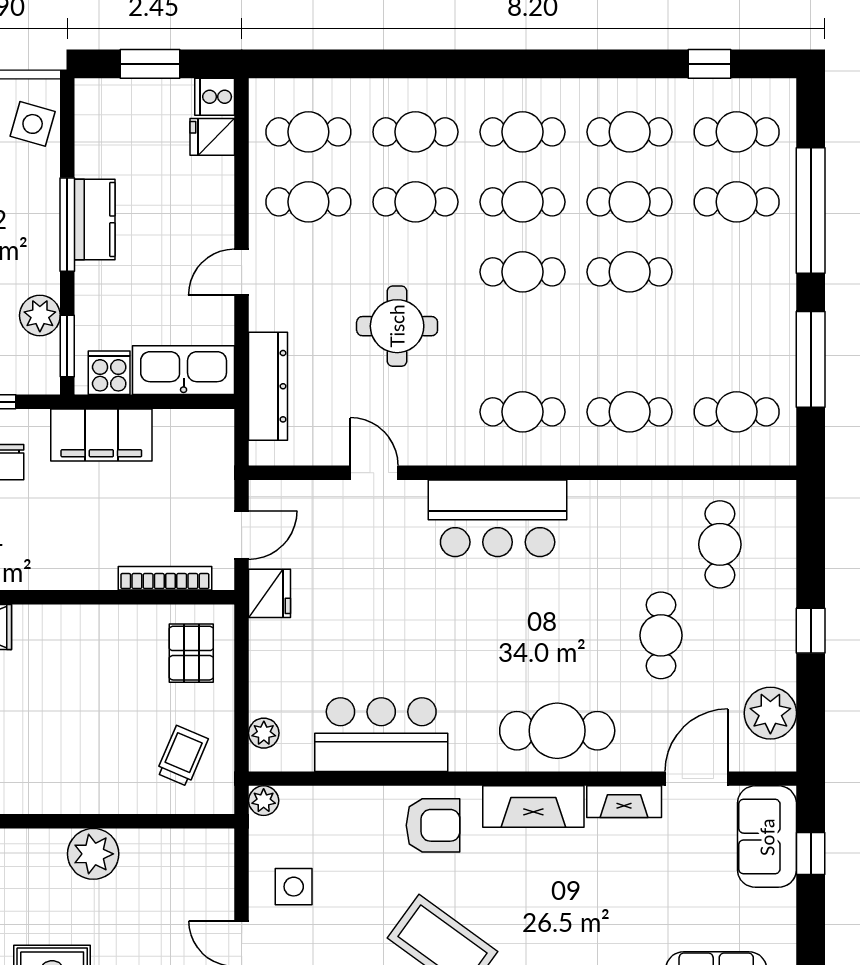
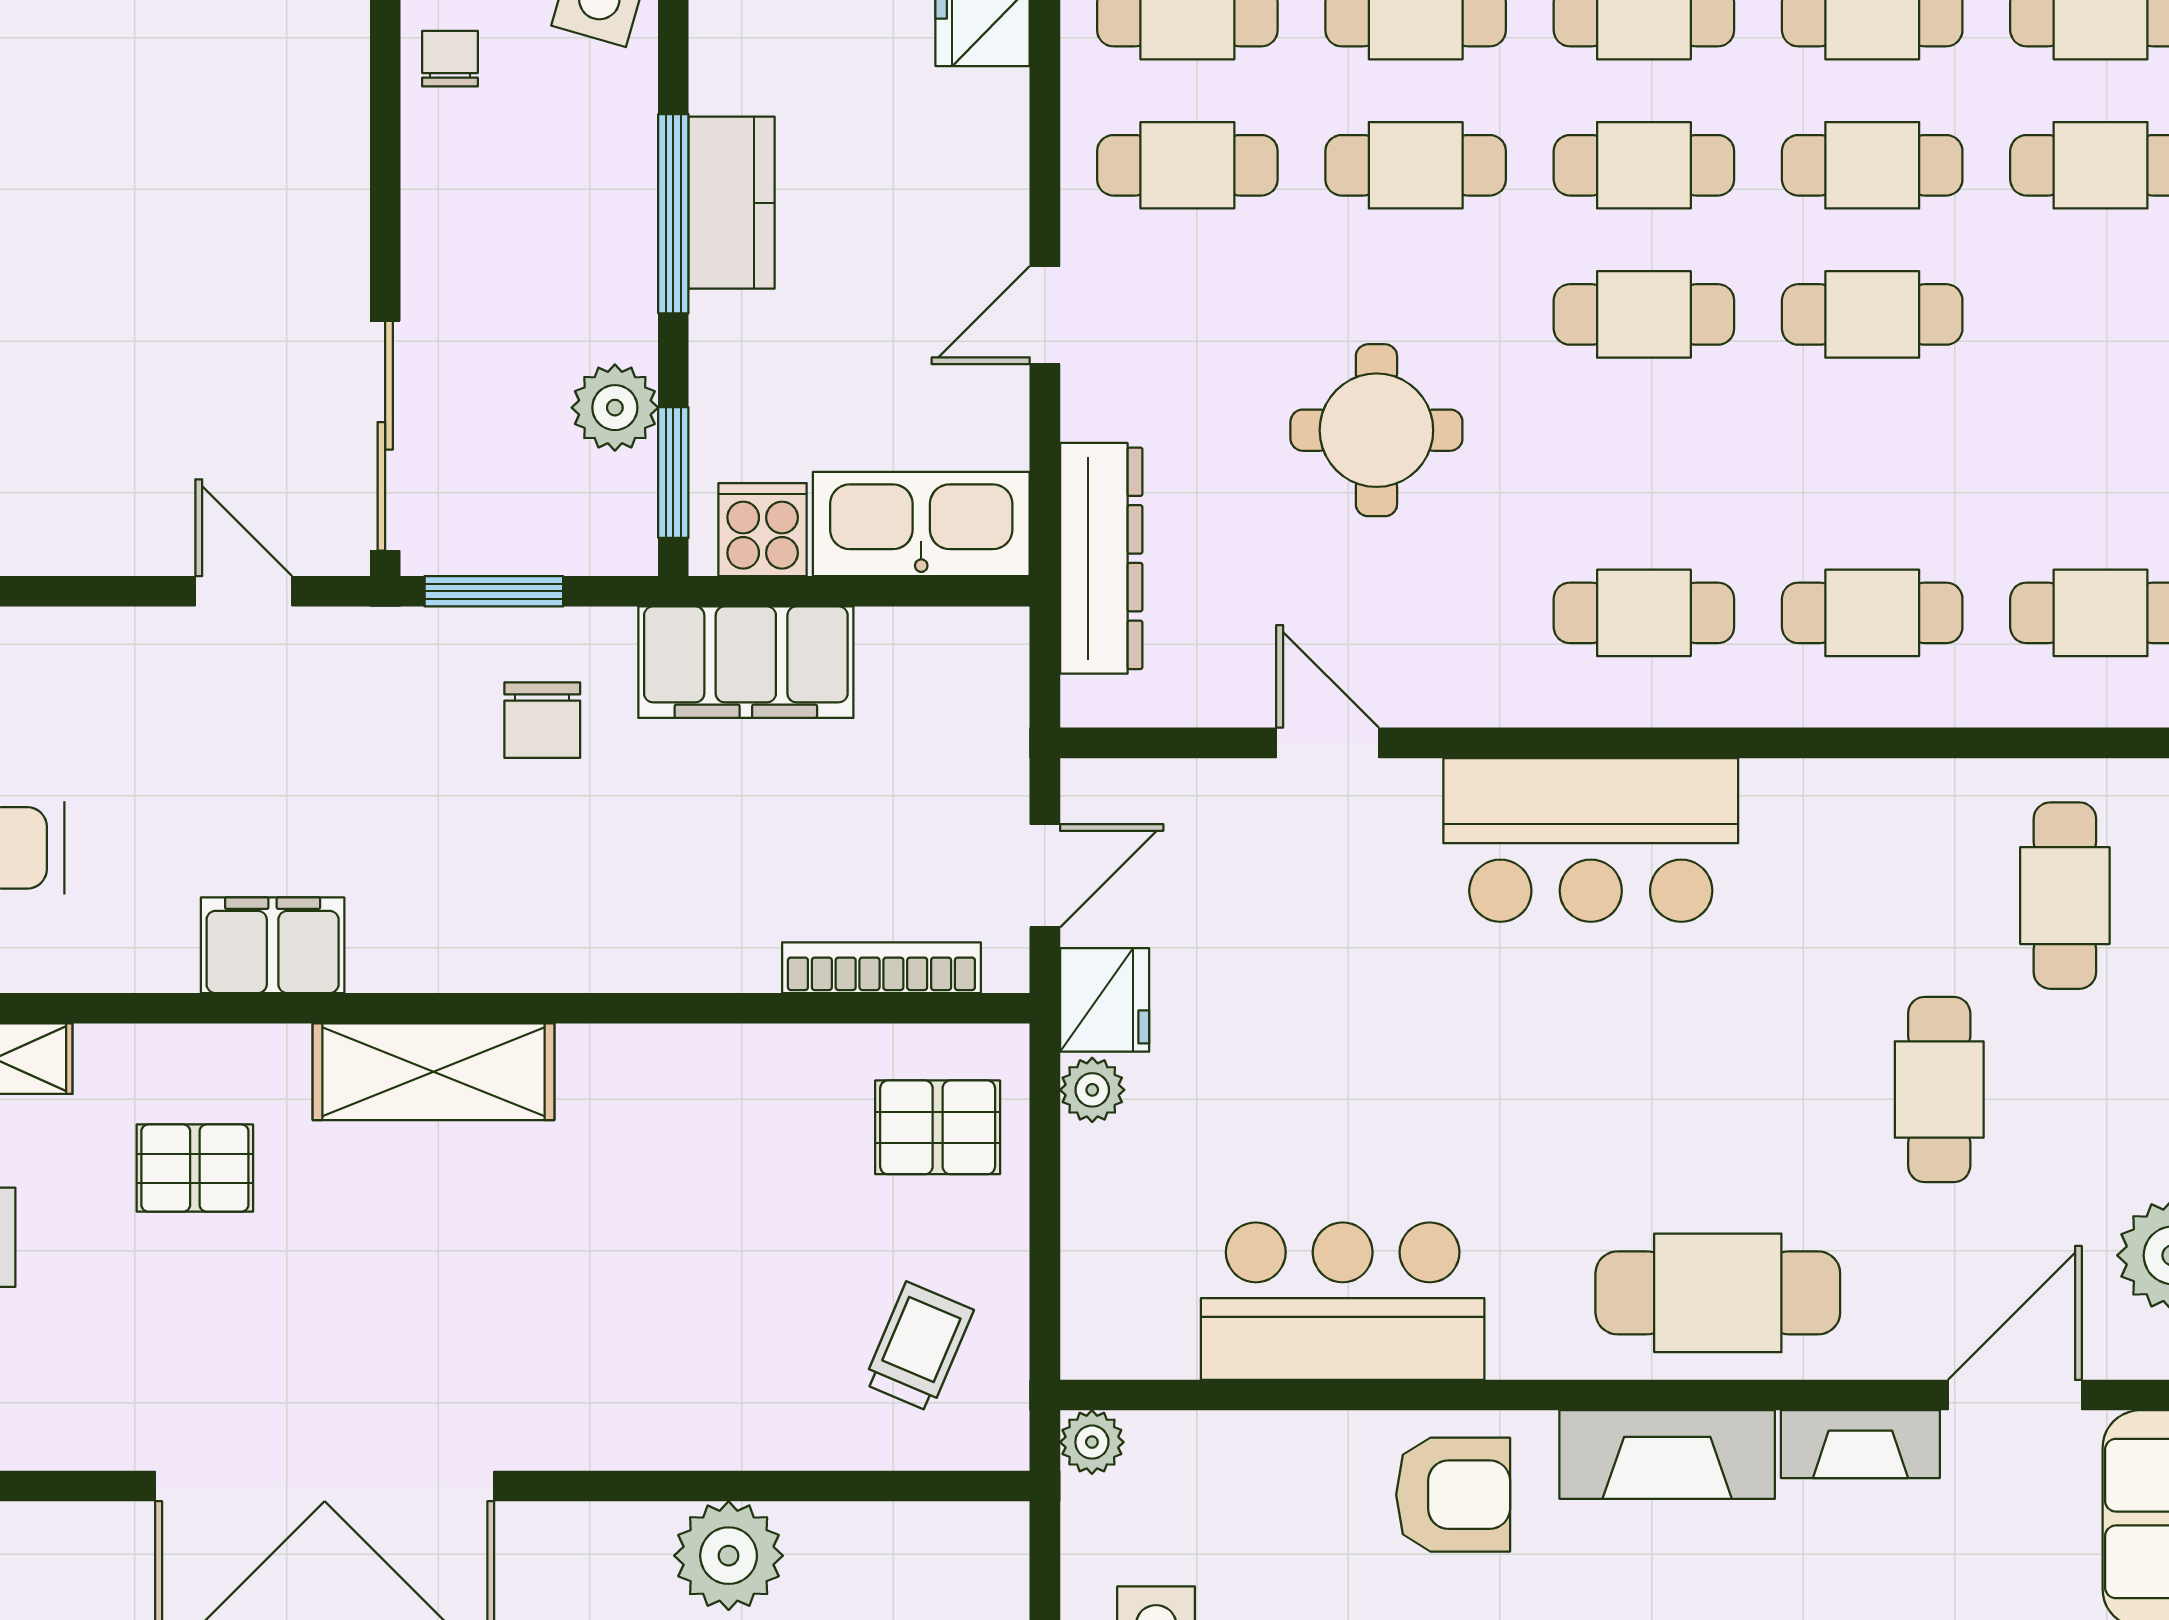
pallet: (191, 653) -> (938, 1127), turned 90
plant: (264, 733) -> (1092, 1090), moved

